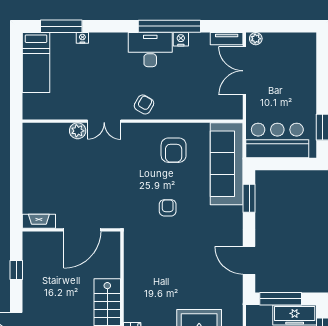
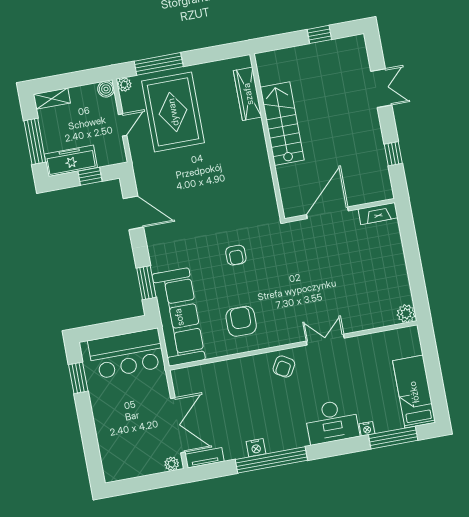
desk: (150, 50) -> (332, 422), moved
plant: (78, 131) -> (406, 314), moved
window: (281, 299) -> (90, 176), width x0.46

